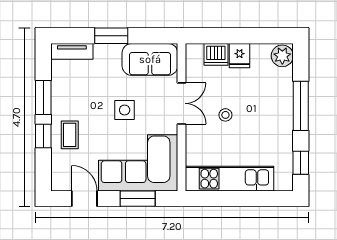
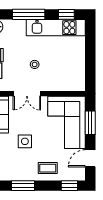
double door: (182, 103) -> (27, 94), swing flipped
side table: (125, 110) -> (25, 141), moved
window: (43, 136) -> (69, 186), moved
kitchen unit: (230, 179) -> (56, 28), moved, turned -90

